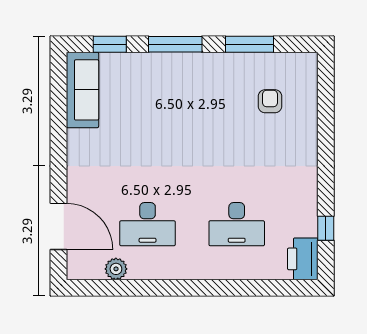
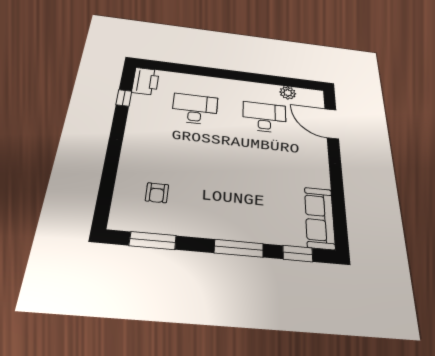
window: (250, 44) -> (153, 241), moved

